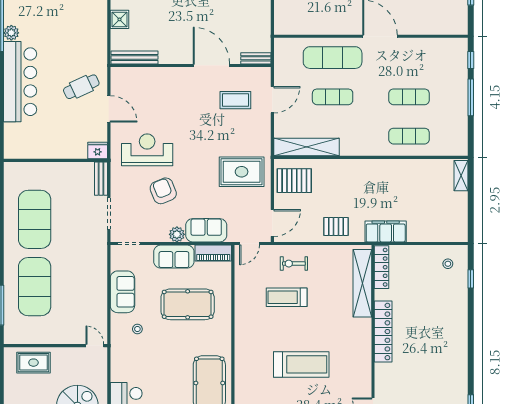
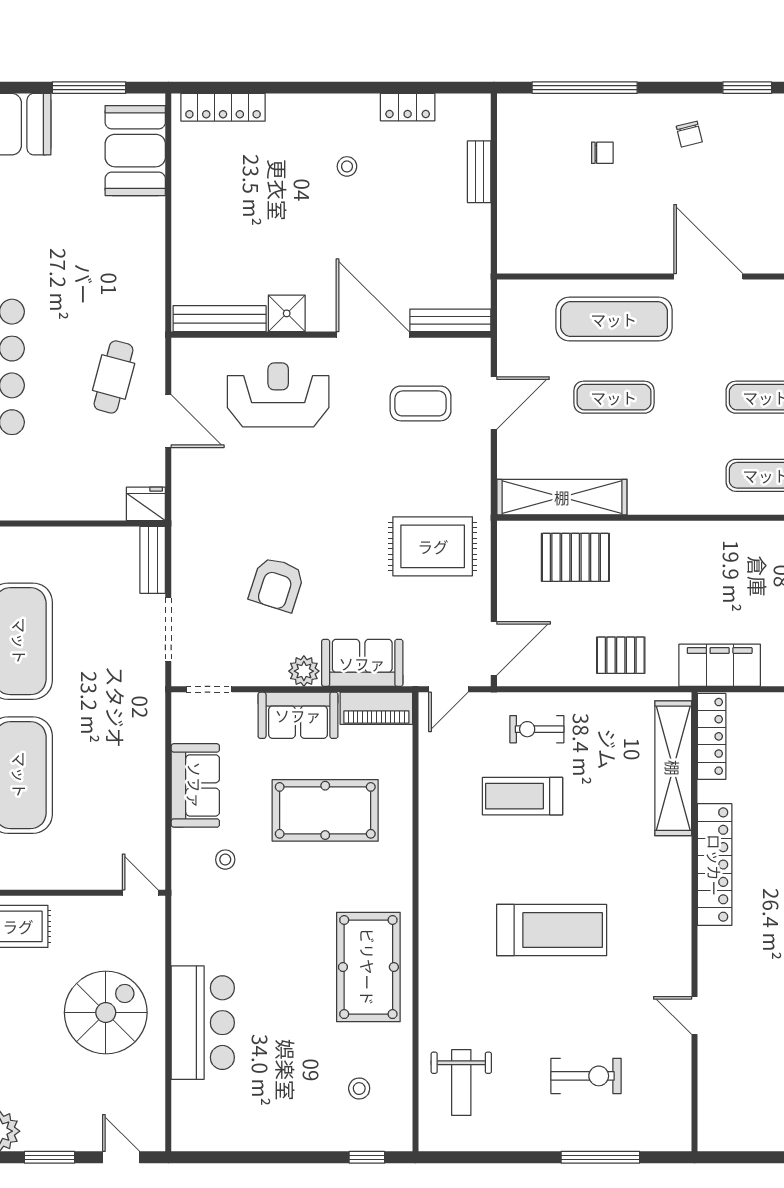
shower: (120, 19) -> (287, 313), moved
bench: (256, 58) -> (450, 320), width x1.36
cafe table: (81, 87) -> (114, 377), turned -50
reception desk: (147, 150) -> (278, 395), moved
pallet: (294, 181) -> (575, 557), moved
armchair: (163, 191) -> (277, 584), turned -140

